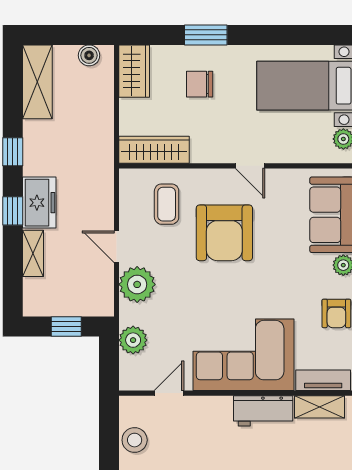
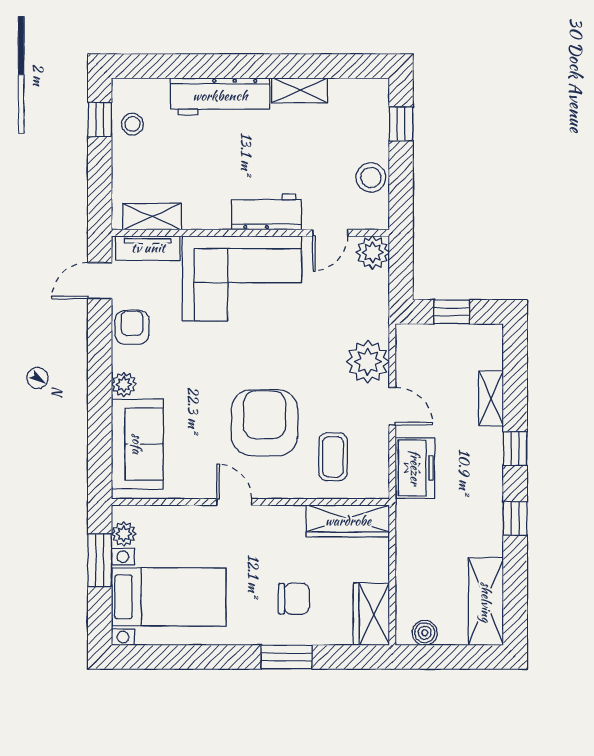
freezer: (39, 203) -> (415, 468), moved, turned 180
plant: (133, 340) -> (373, 252), moved
workbench: (263, 411) -> (267, 212), moved

